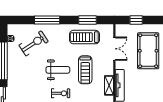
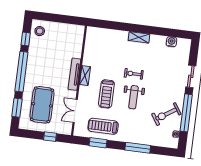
treadmill: (85, 37) -> (103, 126), turned 180
exercise bike: (34, 43) -> (166, 114), moved
weight bench: (58, 70) -> (133, 97), turned -90
treadmill: (85, 70) -> (106, 94), turned 180

